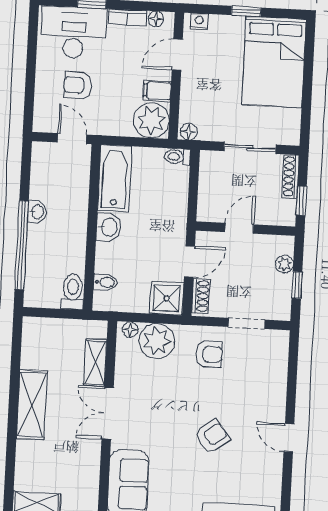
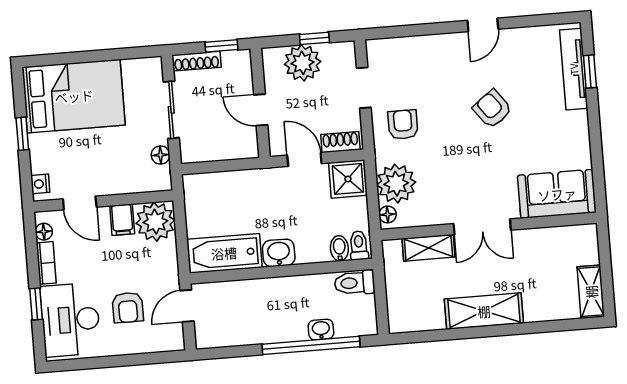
floor lamp: (189, 132) -> (161, 155), moved
toilet: (177, 157) -> (359, 245), moved, turned 180
washbasin: (37, 212) -> (321, 330), moved
plant: (284, 264) -> (303, 63), width x1.88, depth x1.88

